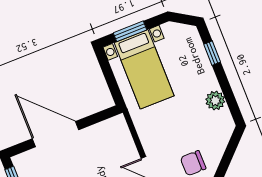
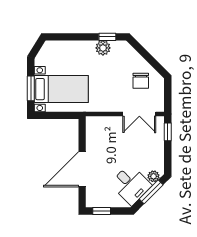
window: (212, 53) -> (107, 37), moved

